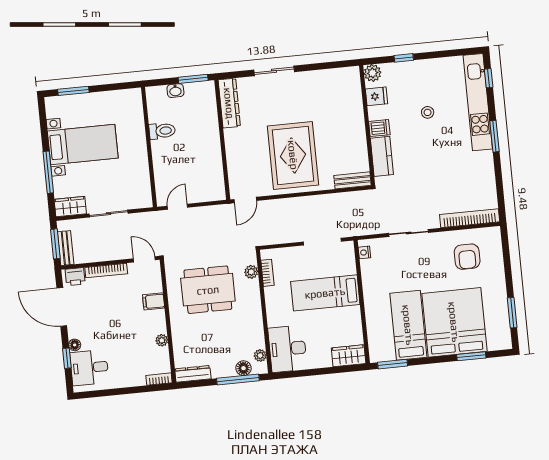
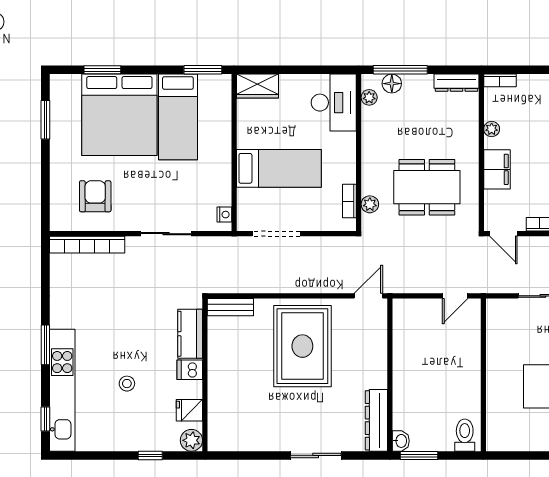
washbasin: (175, 91) -> (401, 441), moved, turned 90
toilet: (162, 131) -> (465, 435), moved, turned 90
filing cabinet: (154, 301) -> (497, 169), width x2.00

